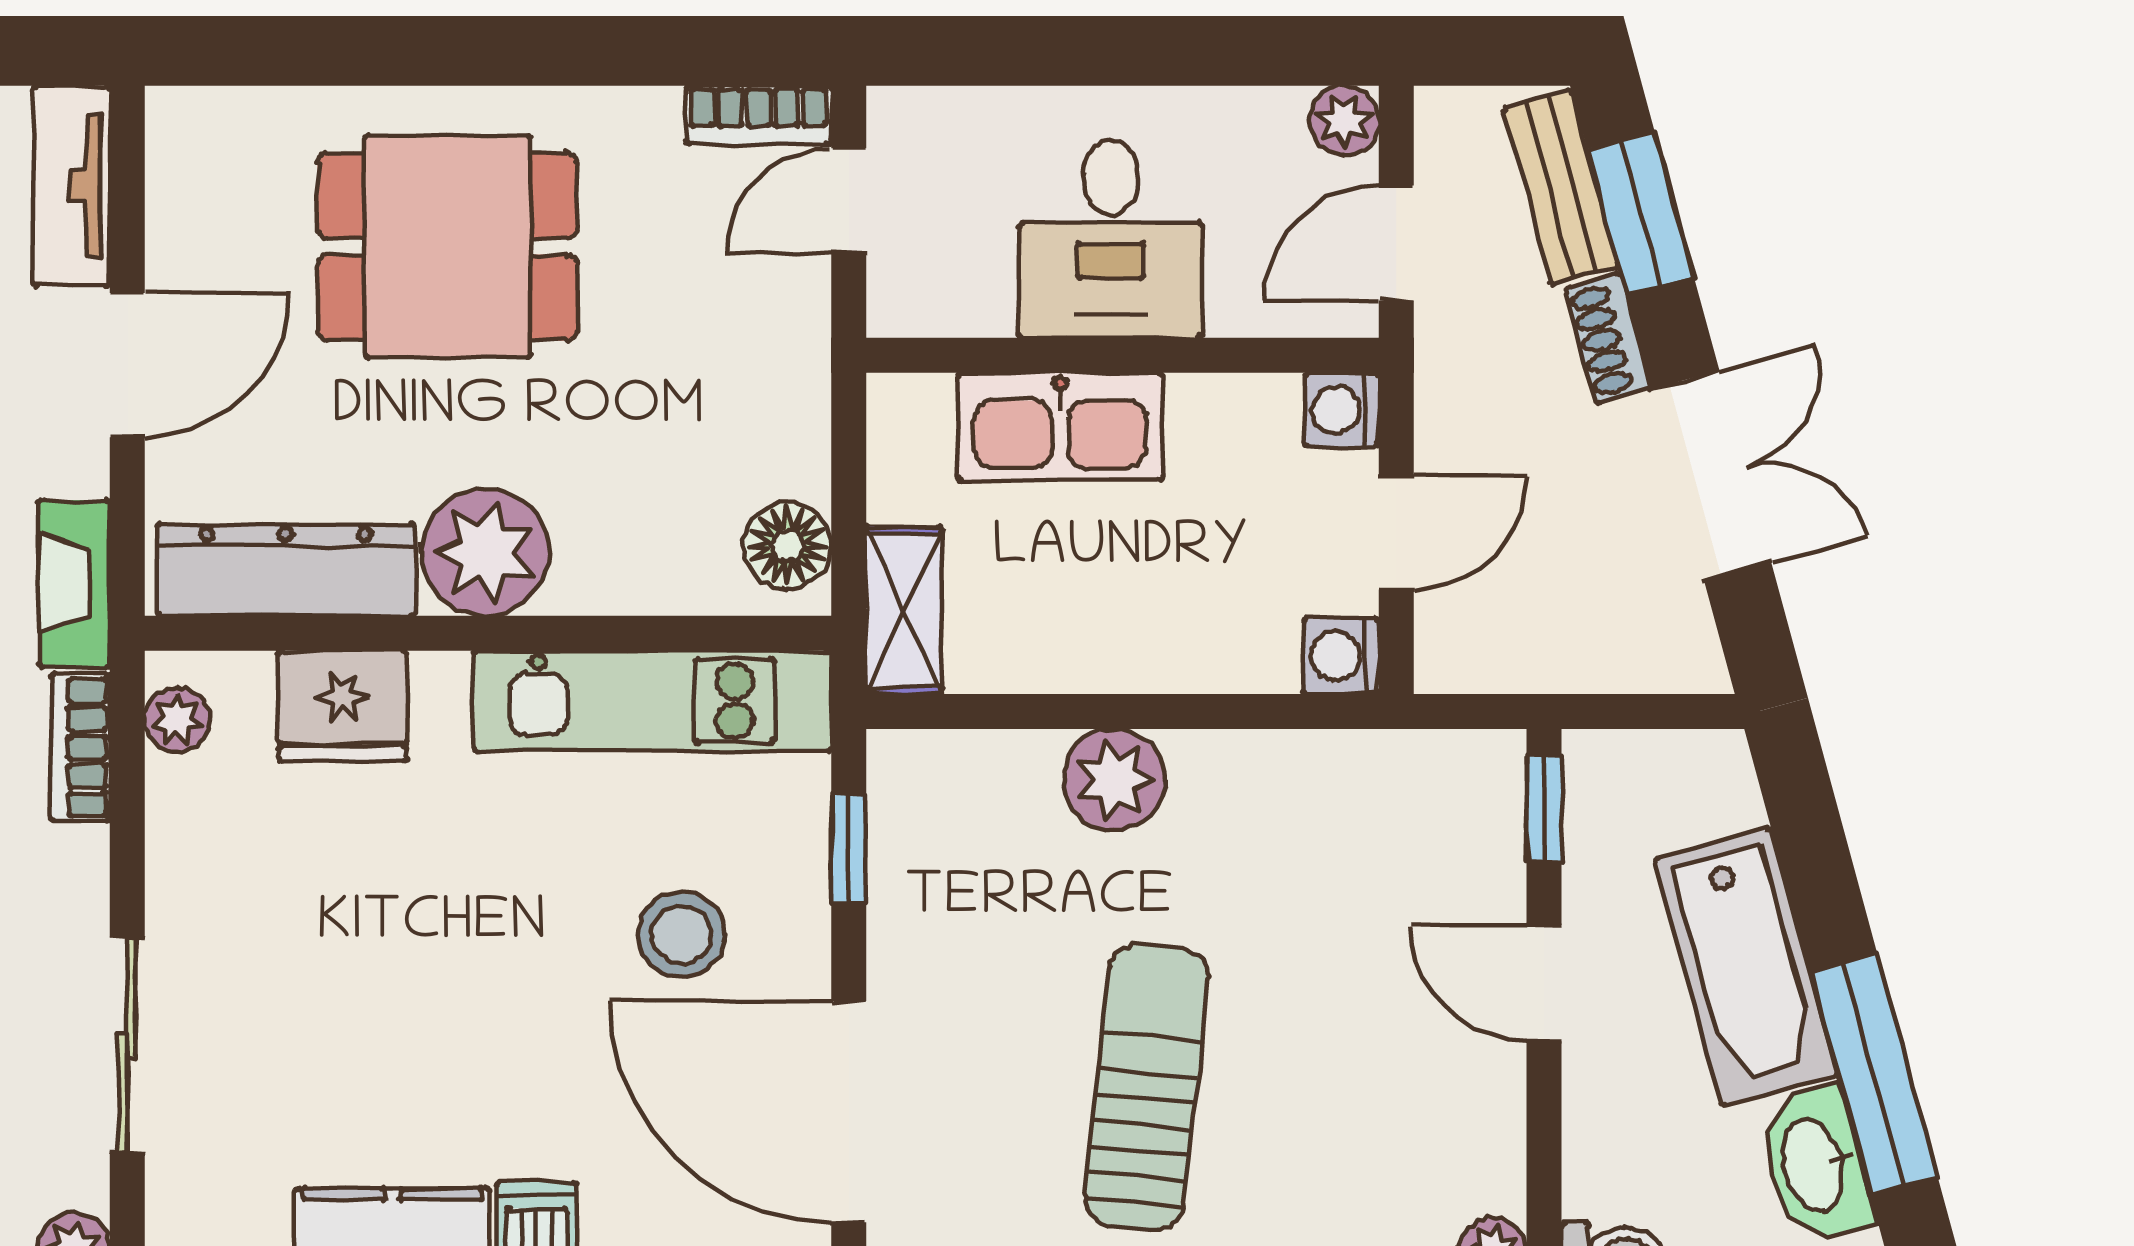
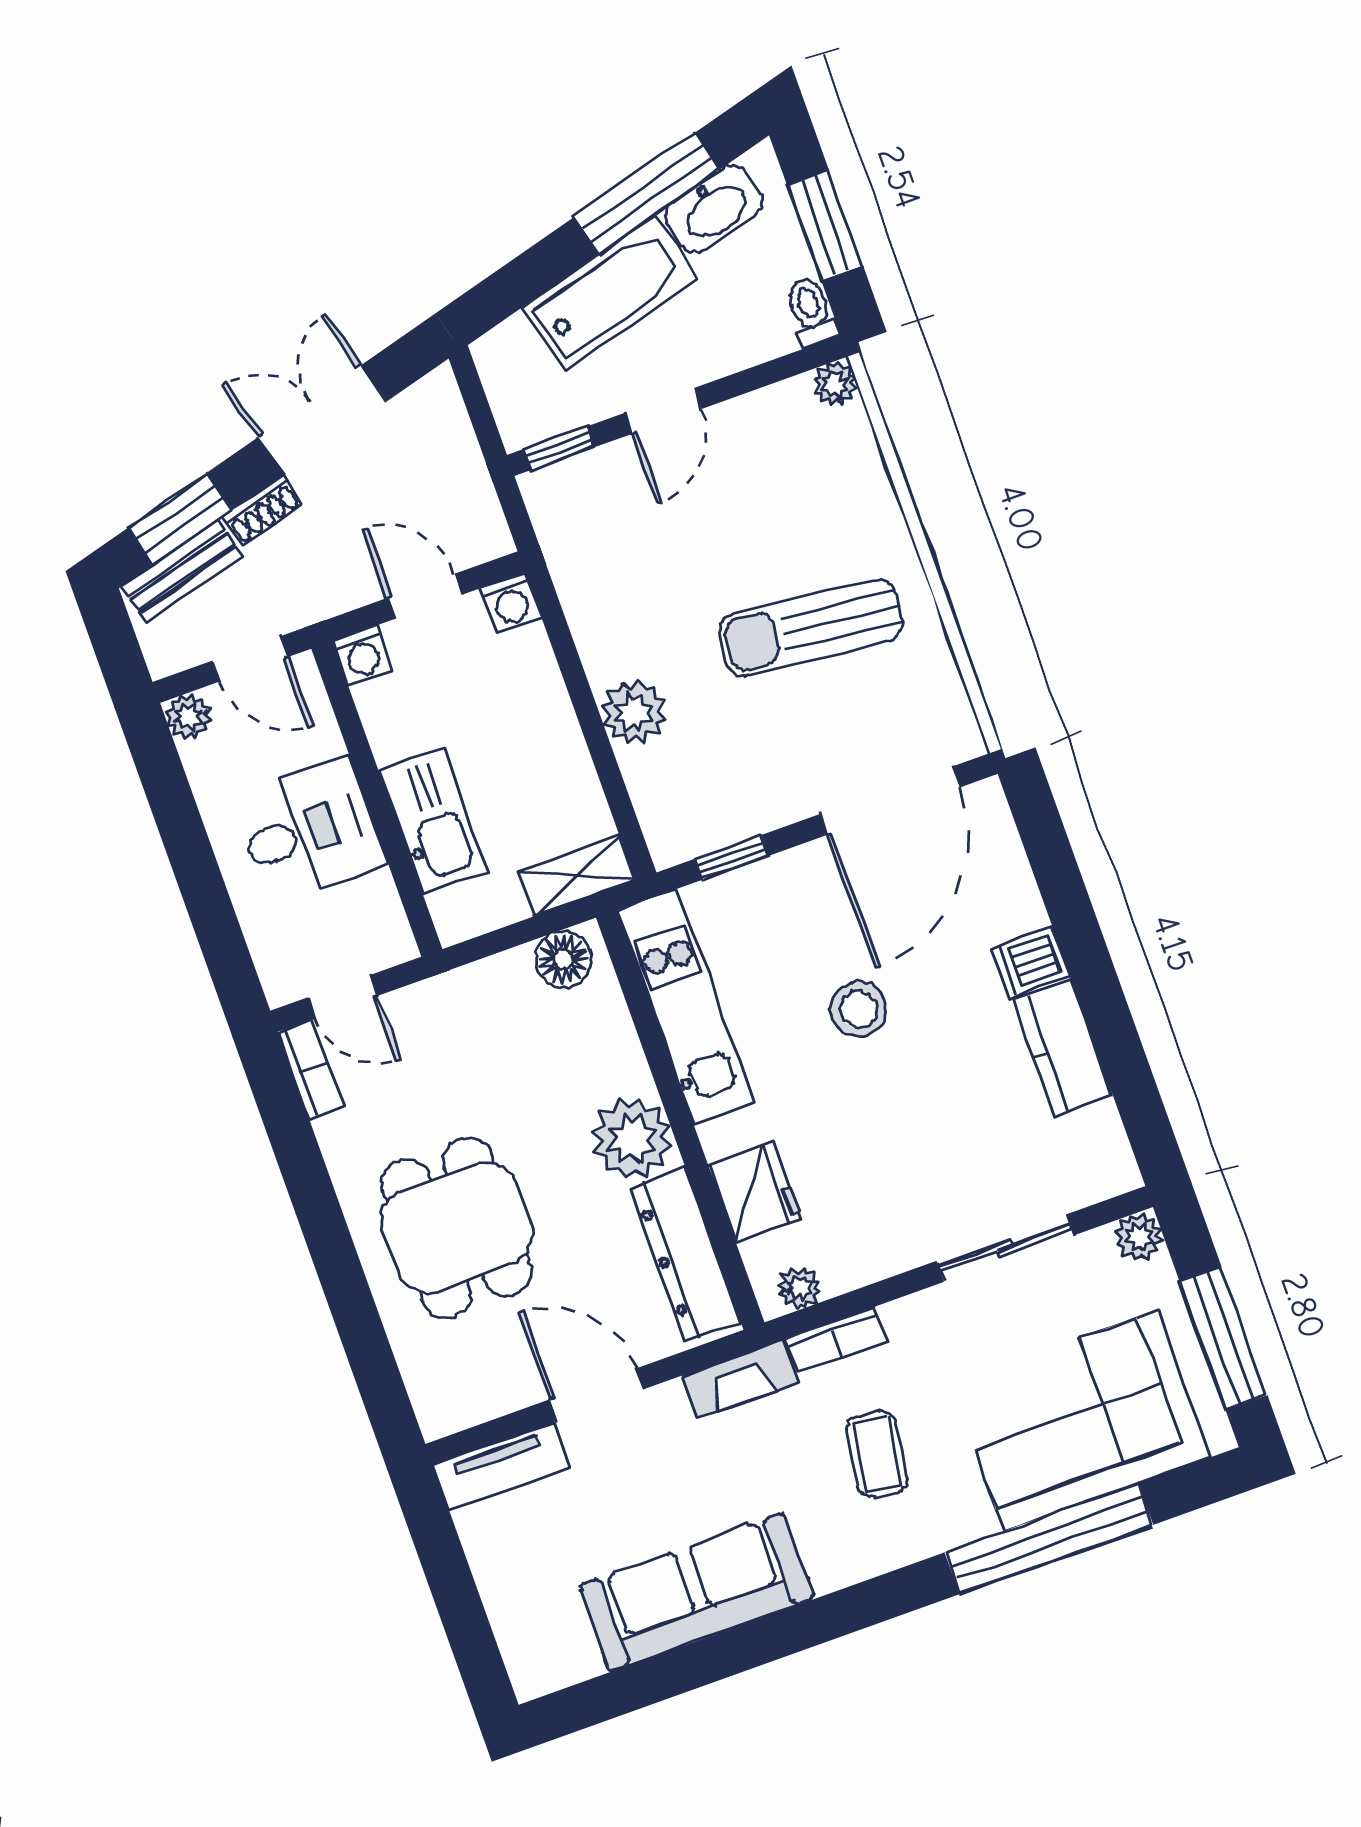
stool: (681, 935) -> (858, 1009), moved

